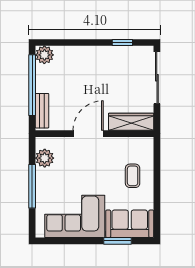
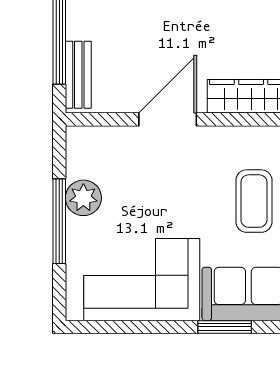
plant: (45, 158) -> (83, 198), moved
coffee table: (133, 176) -> (254, 201), width x1.36, depth x1.30

